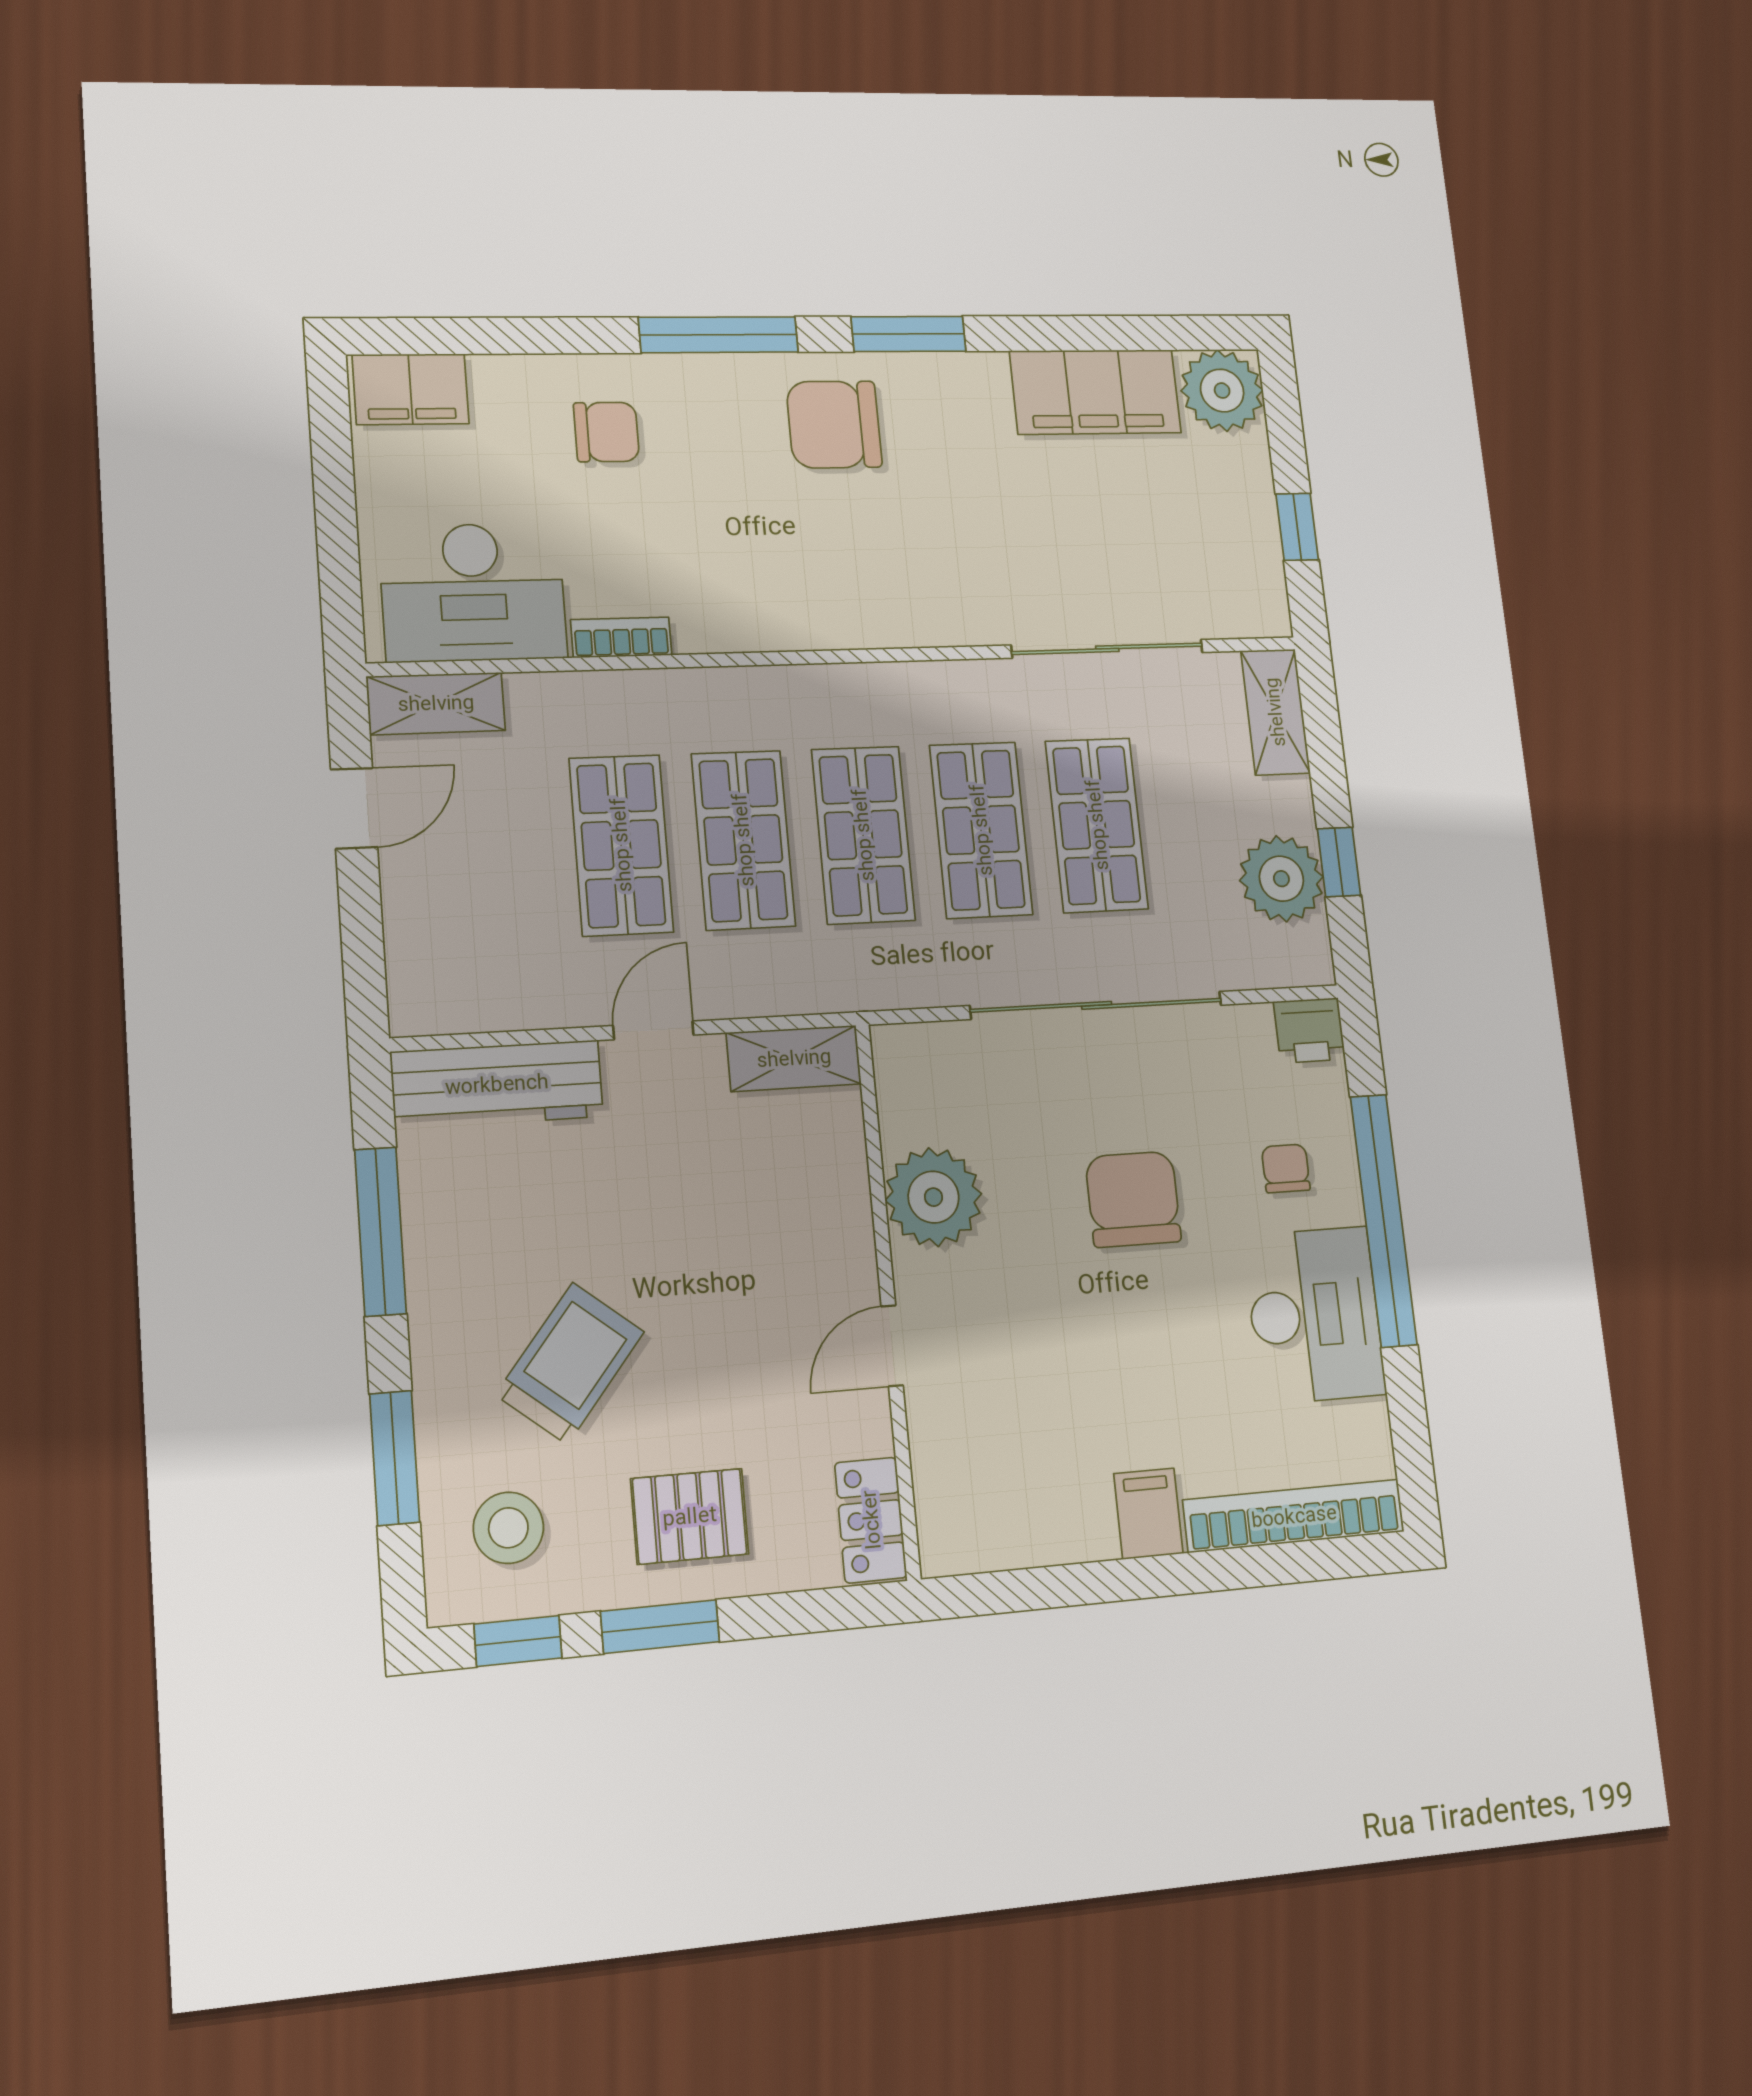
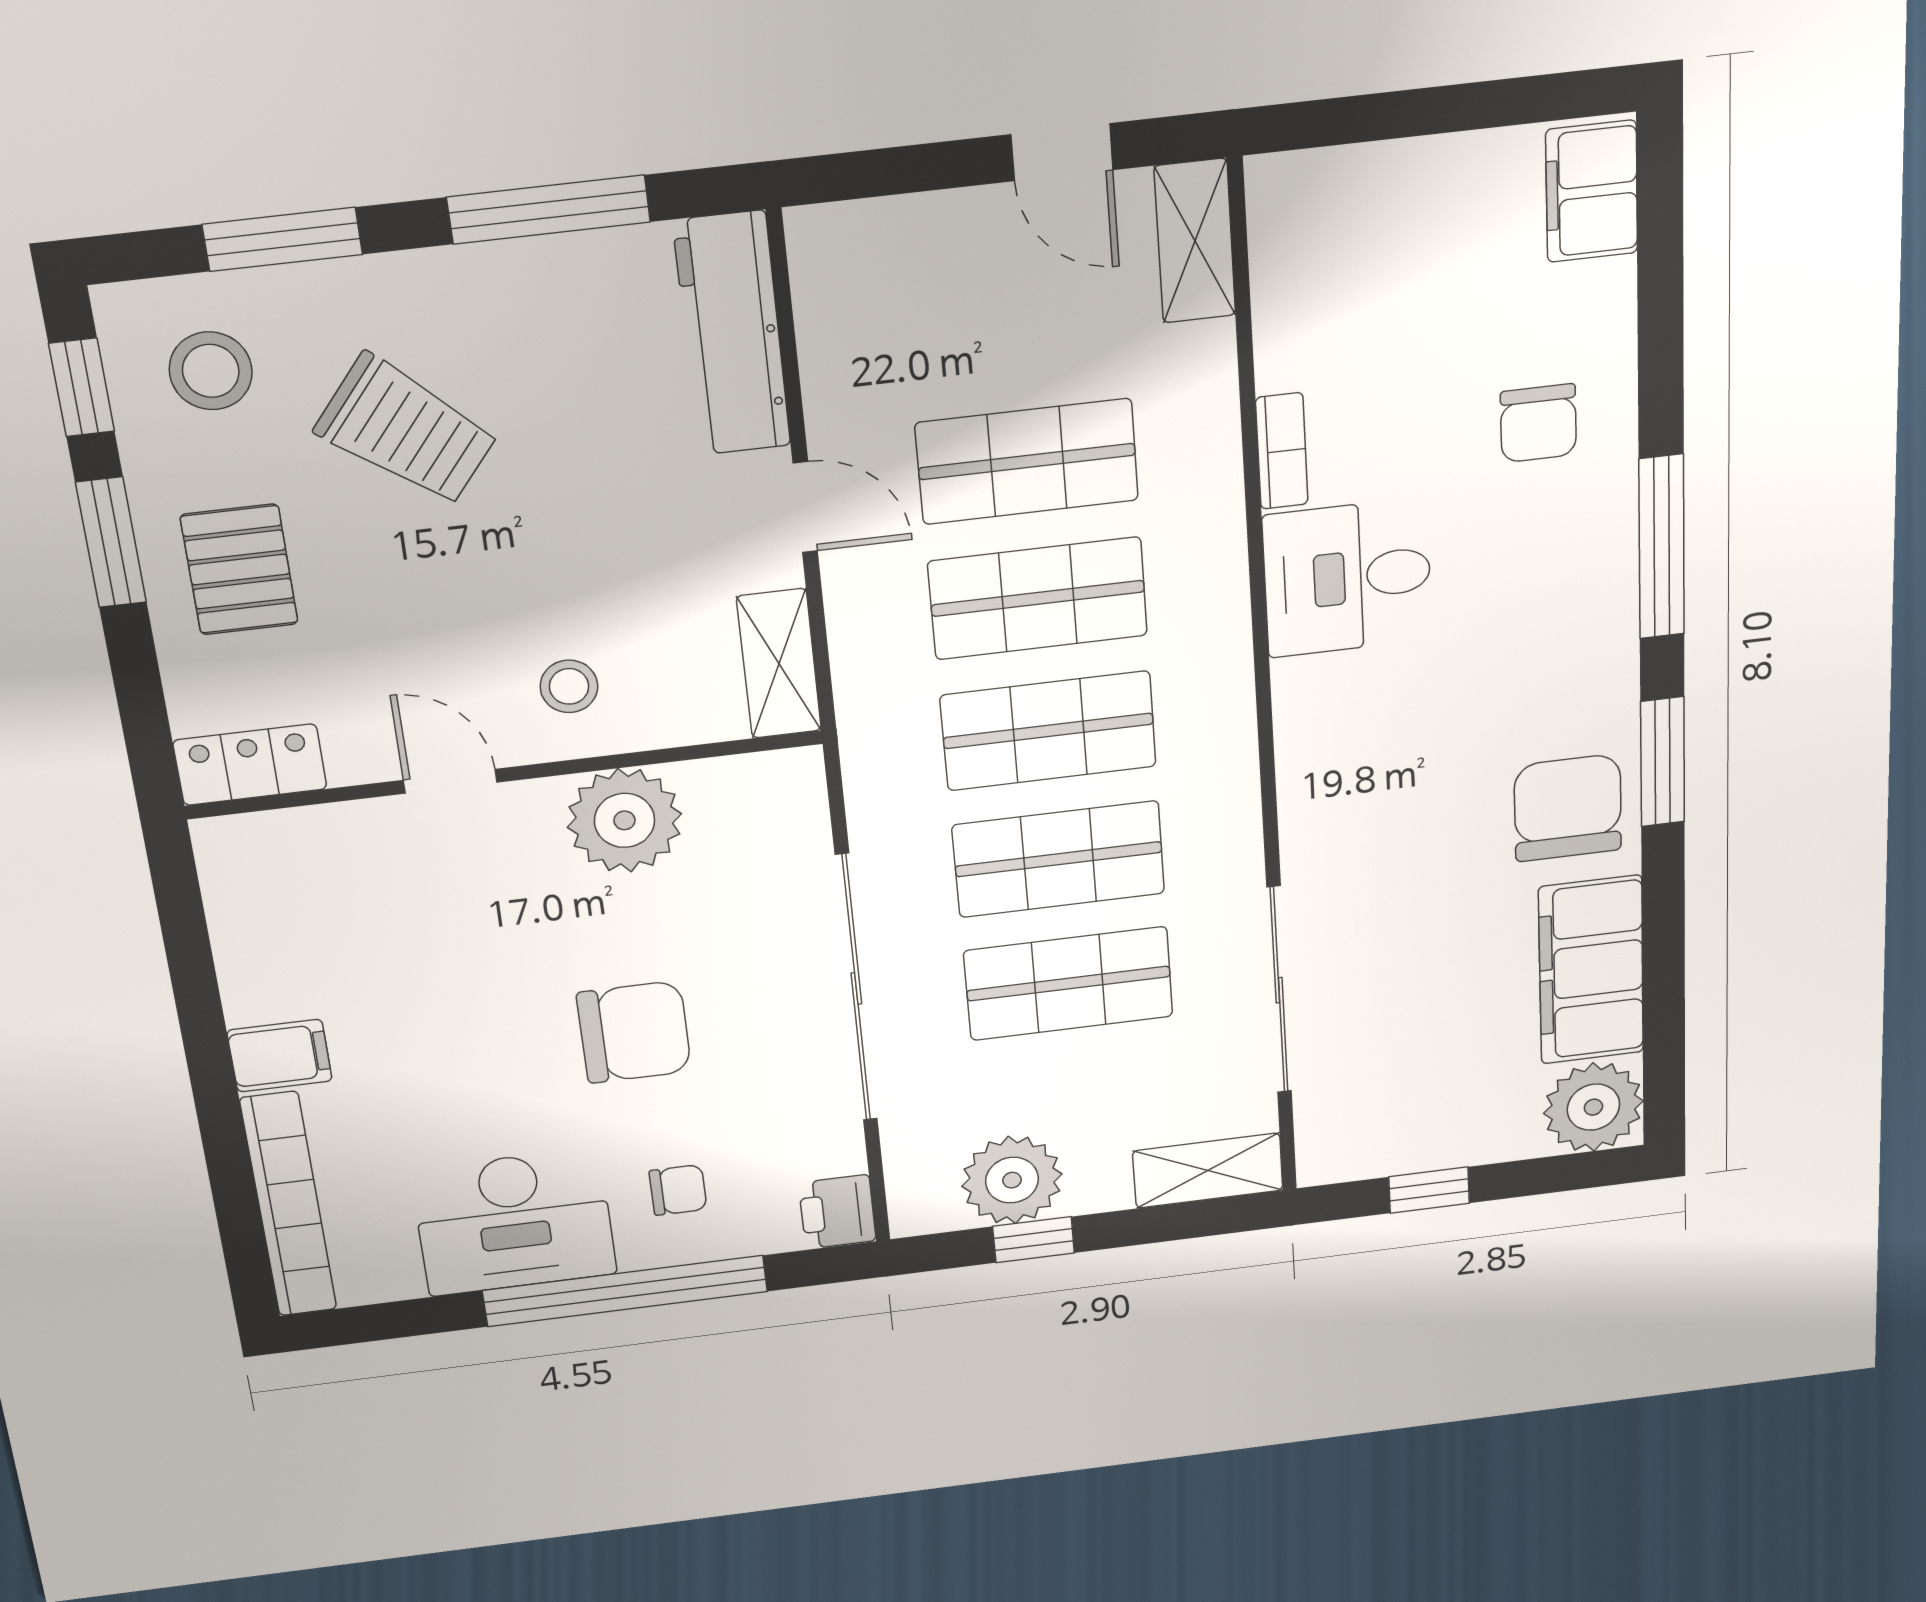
chair: (834, 425) -> (1568, 808), moved
desk: (473, 592) -> (1347, 578), moved, width x0.73
stool: (808, 1238) -> (569, 686), added

